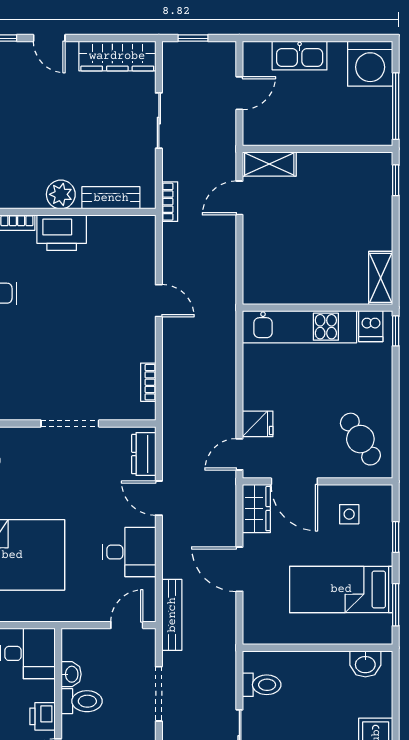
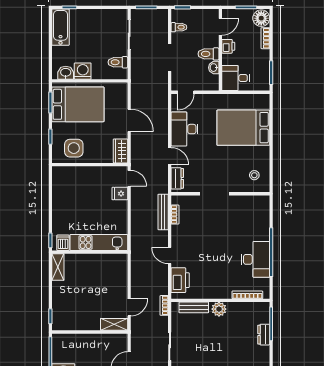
printer: (62, 233) -> (180, 280), moved, turned 90
cafe table: (360, 439) -> (68, 186), removed
door: (239, 454) -> (129, 178), hinge flipped
door: (294, 481) -> (101, 165), removed
side table: (349, 514) -> (74, 148), width x1.87, depth x1.87
desk: (129, 552) -> (185, 129), width x1.37
bed: (341, 589) -> (78, 104), width x1.50
bench: (172, 615) -> (163, 212), moved
washing machine: (331, 667) -> (83, 71), added

